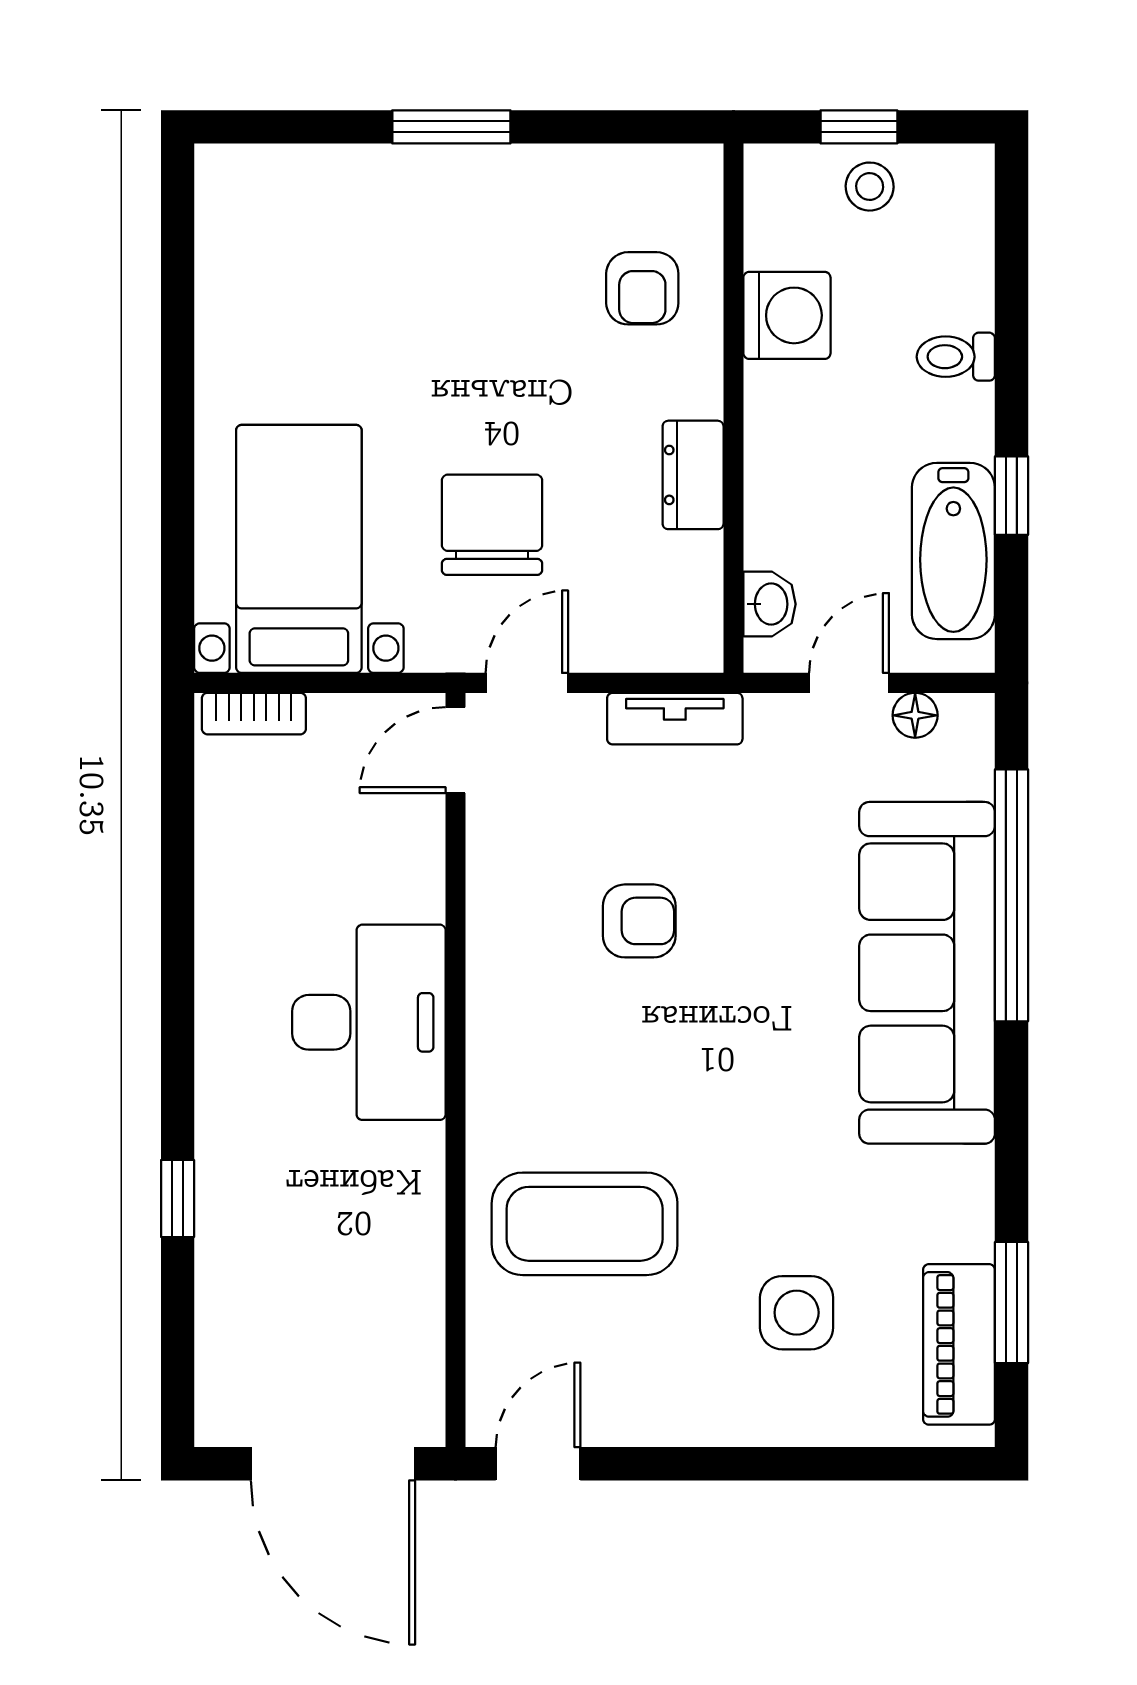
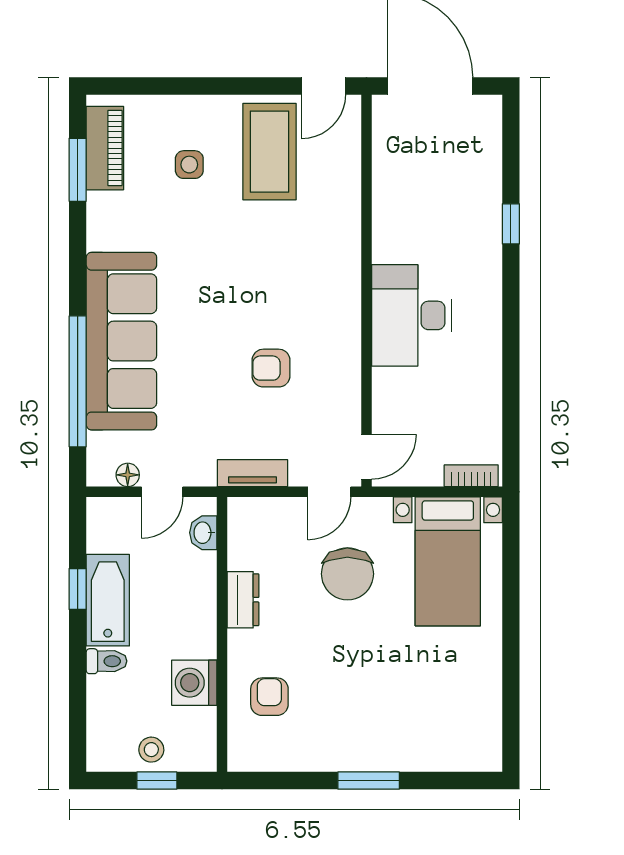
bathtub: (953, 551) -> (108, 600), moved
coffee table: (585, 1224) -> (269, 152), moved, turned 90
side table: (797, 1313) -> (189, 165), width x0.73, depth x0.73

